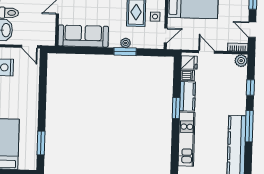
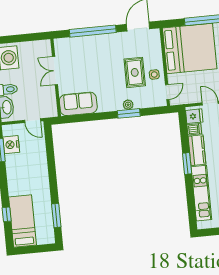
sofa: (83, 36) -> (78, 104), width x0.73

